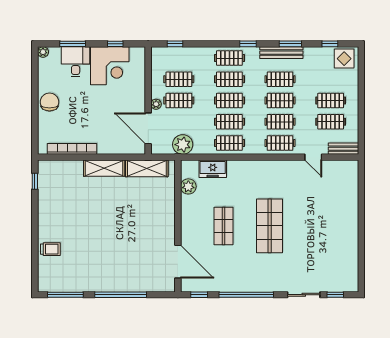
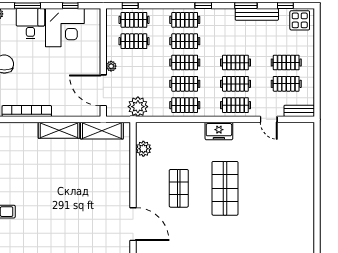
bench: (281, 53) -> (257, 14), moved
clothes rail: (280, 79) -> (235, 41), removed
clothes rail: (179, 101) -> (134, 20), moved
freezer: (213, 169) -> (219, 131), moved

